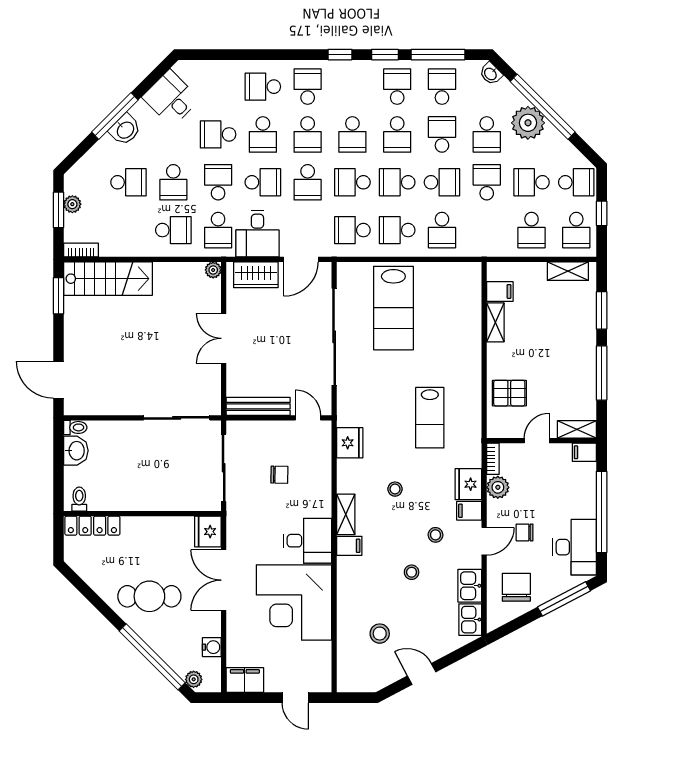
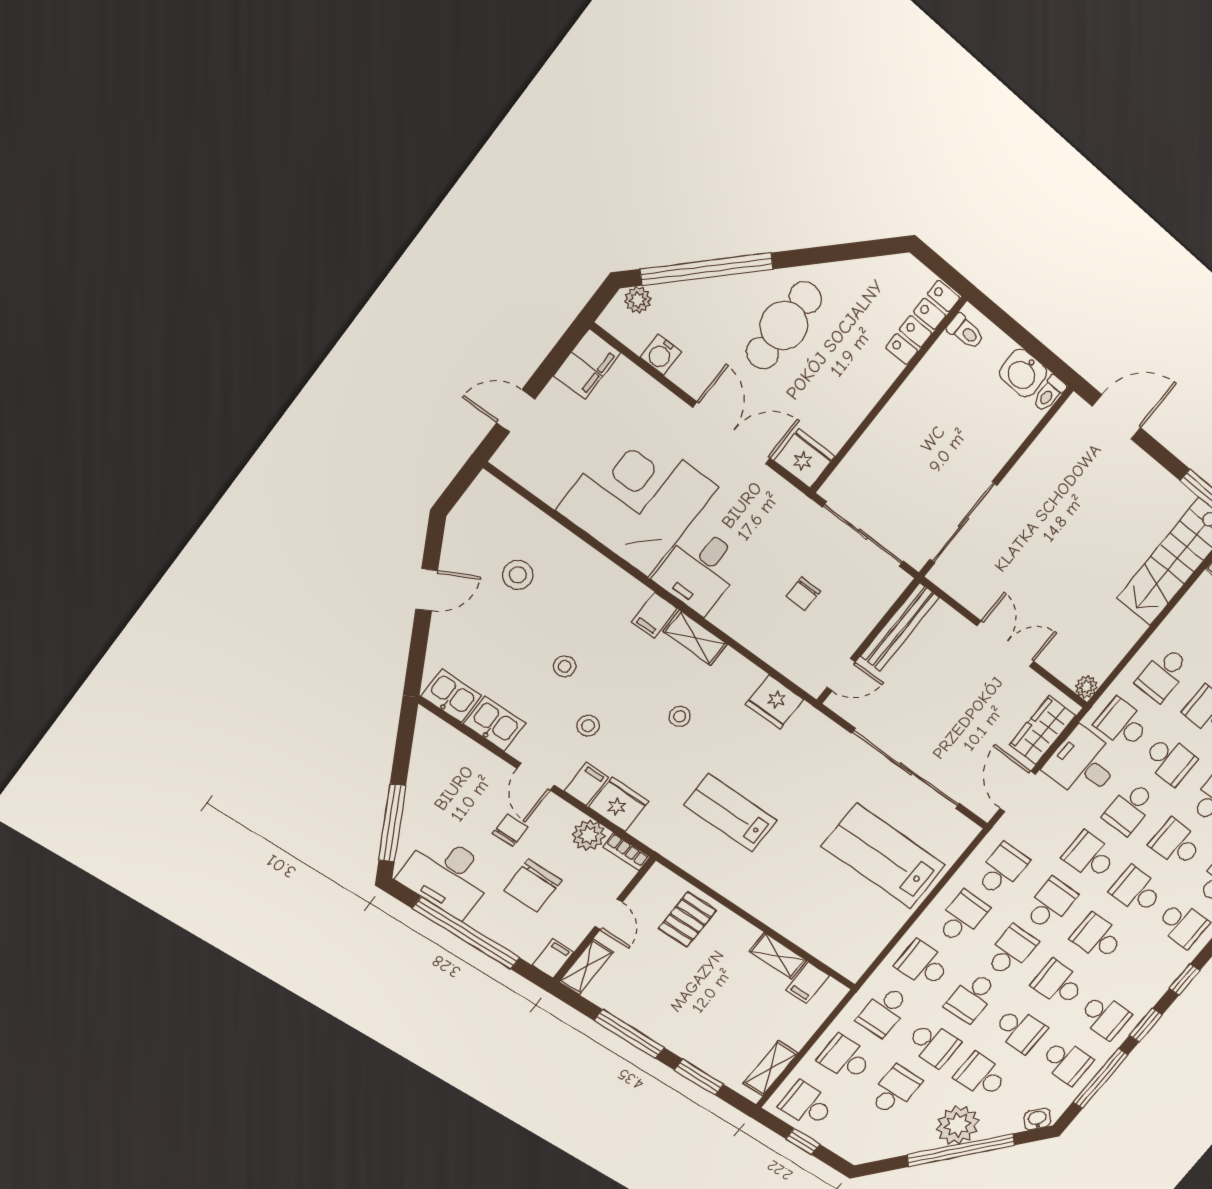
school desk: (576, 182) -> (884, 1011), moved
chair: (516, 587) -> (533, 885), moved, turned 90

